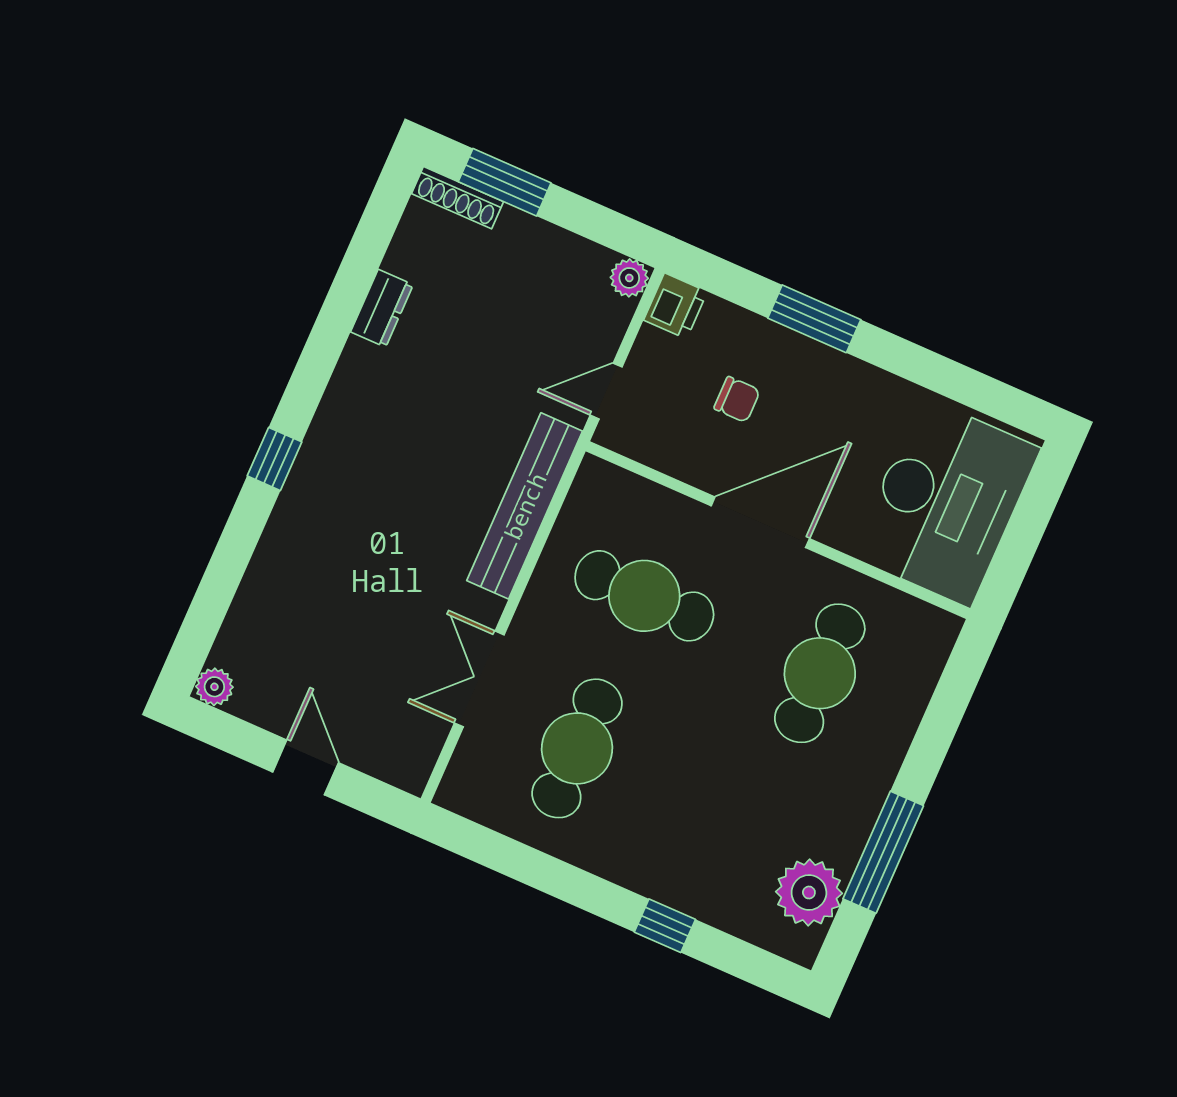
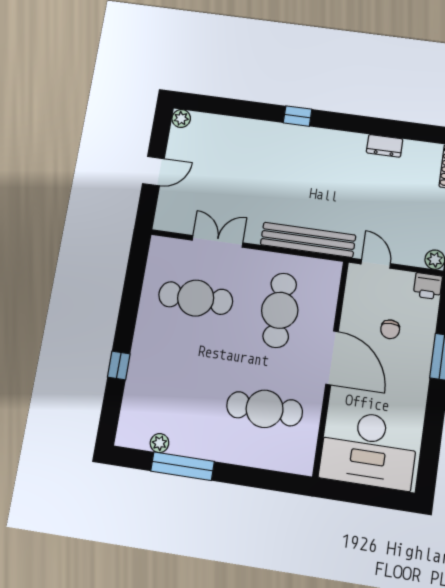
plant: (809, 892) -> (159, 443), width x0.53, depth x0.53

